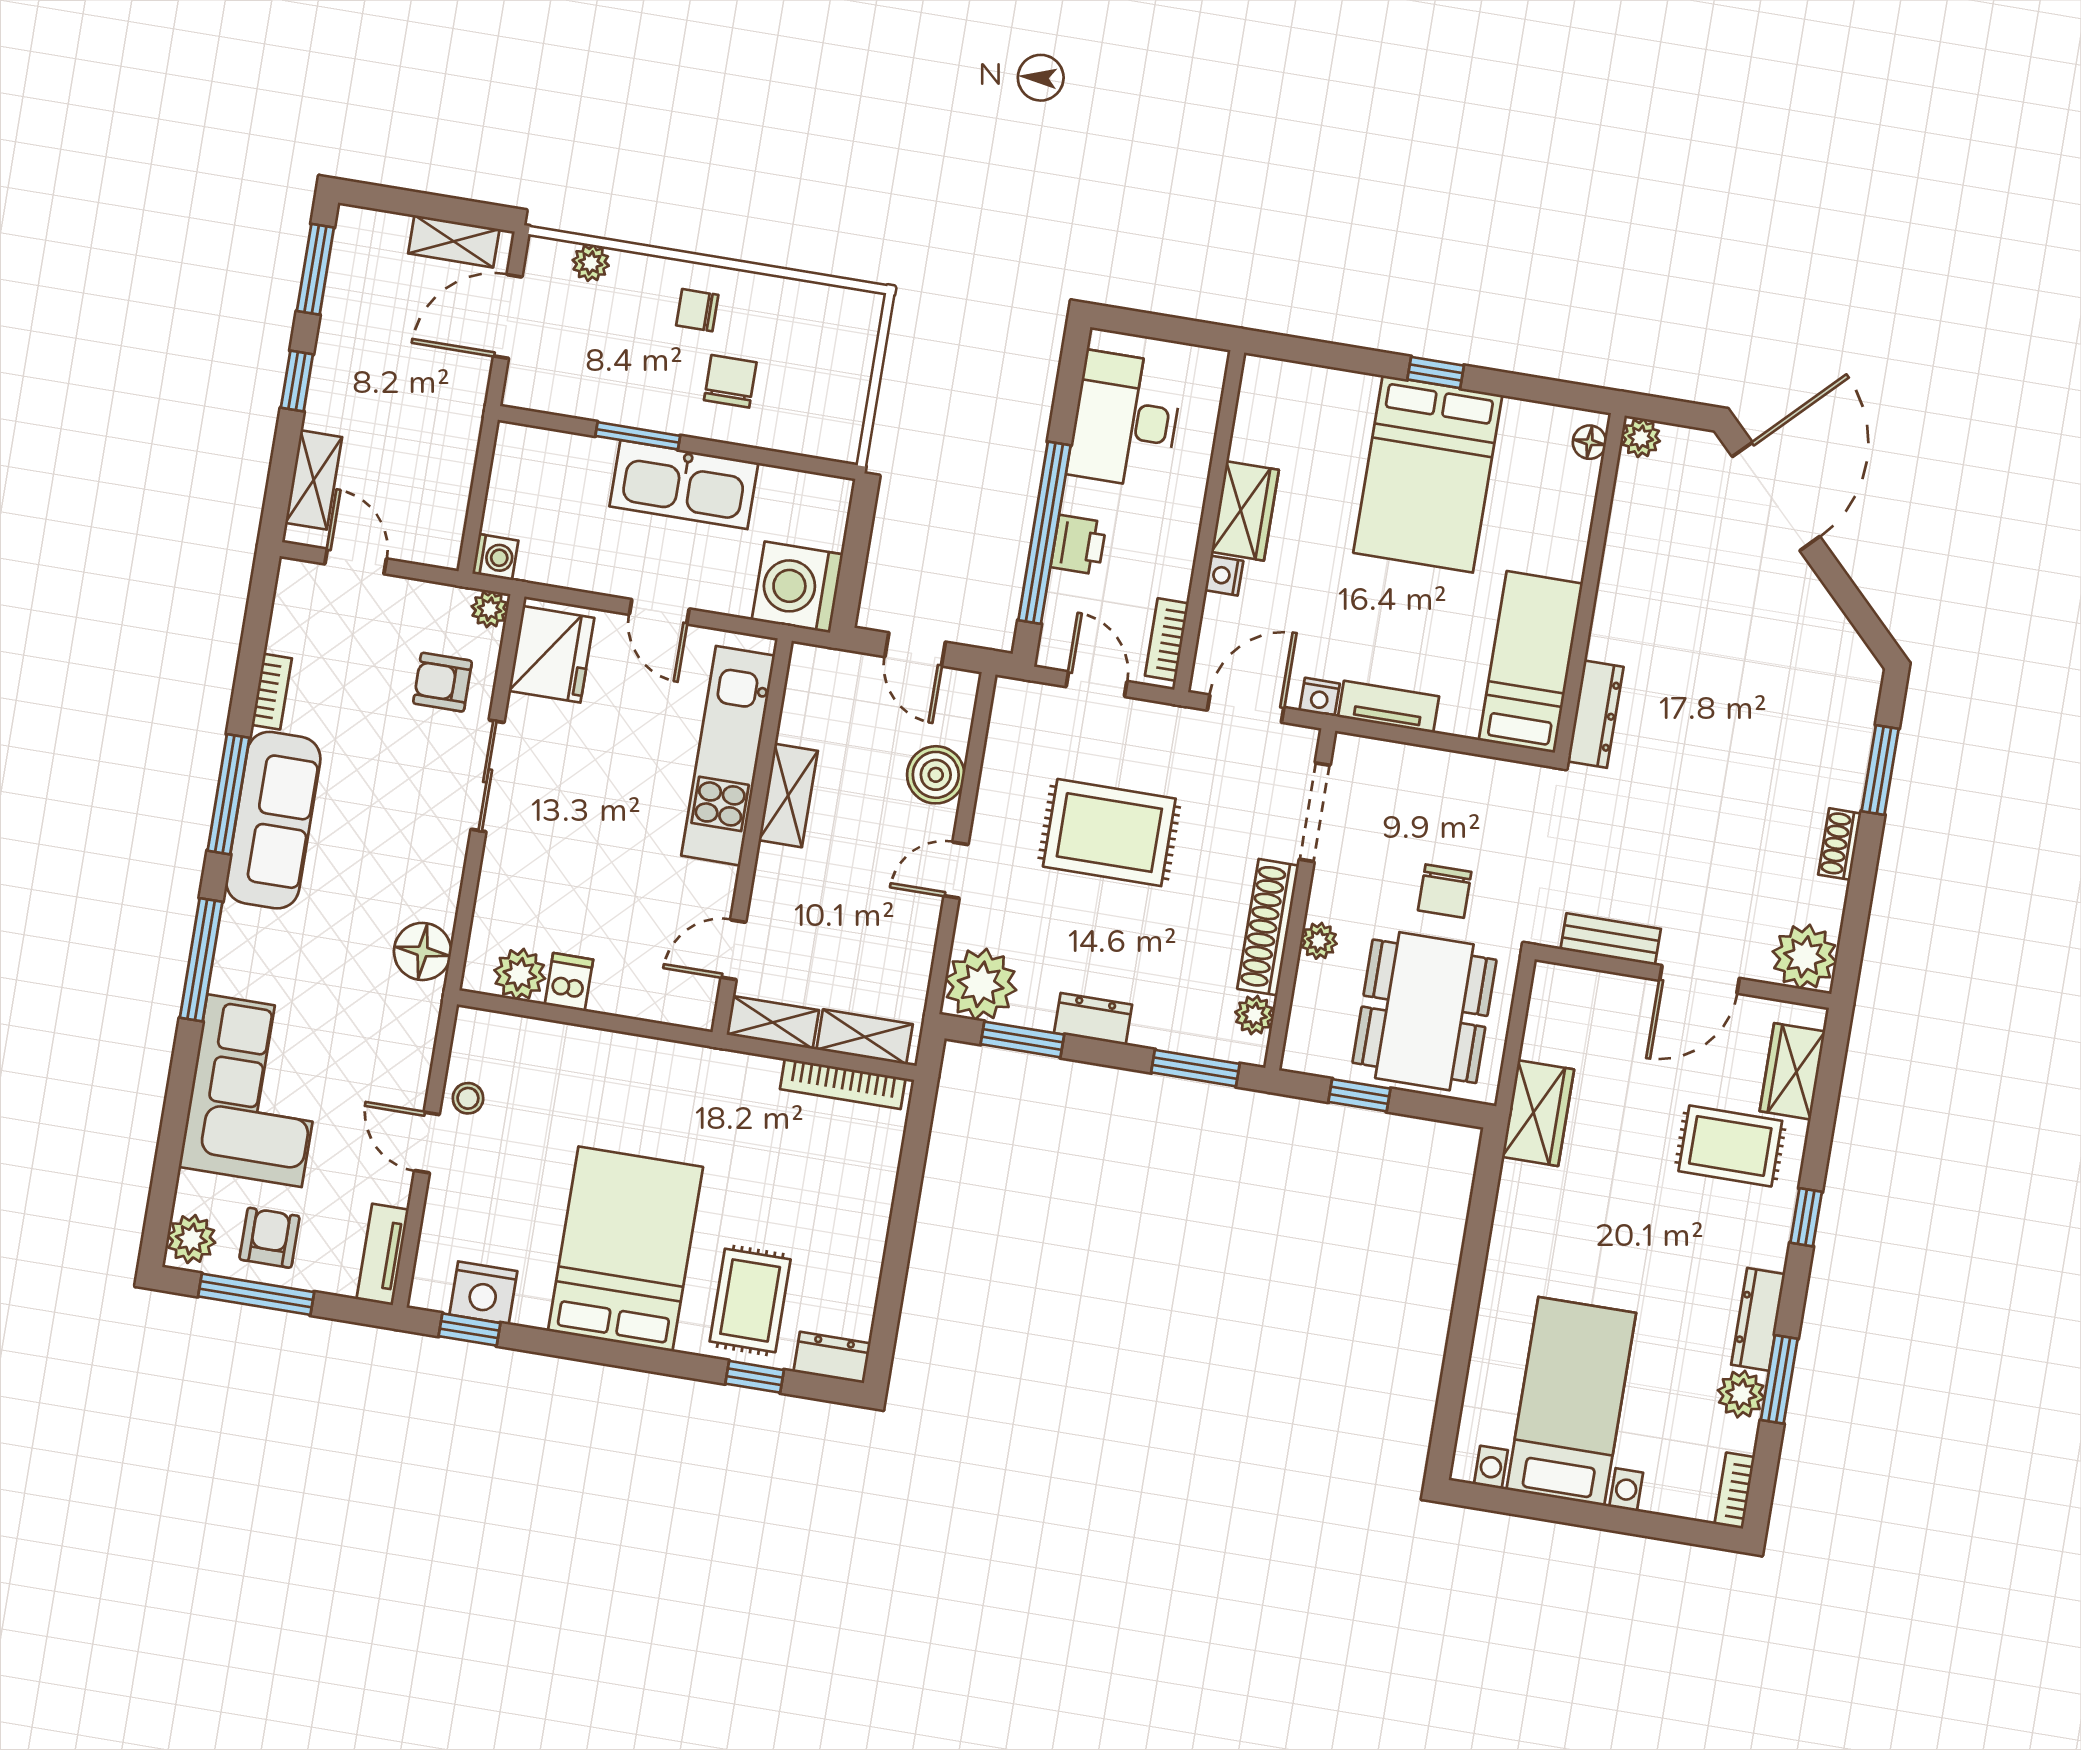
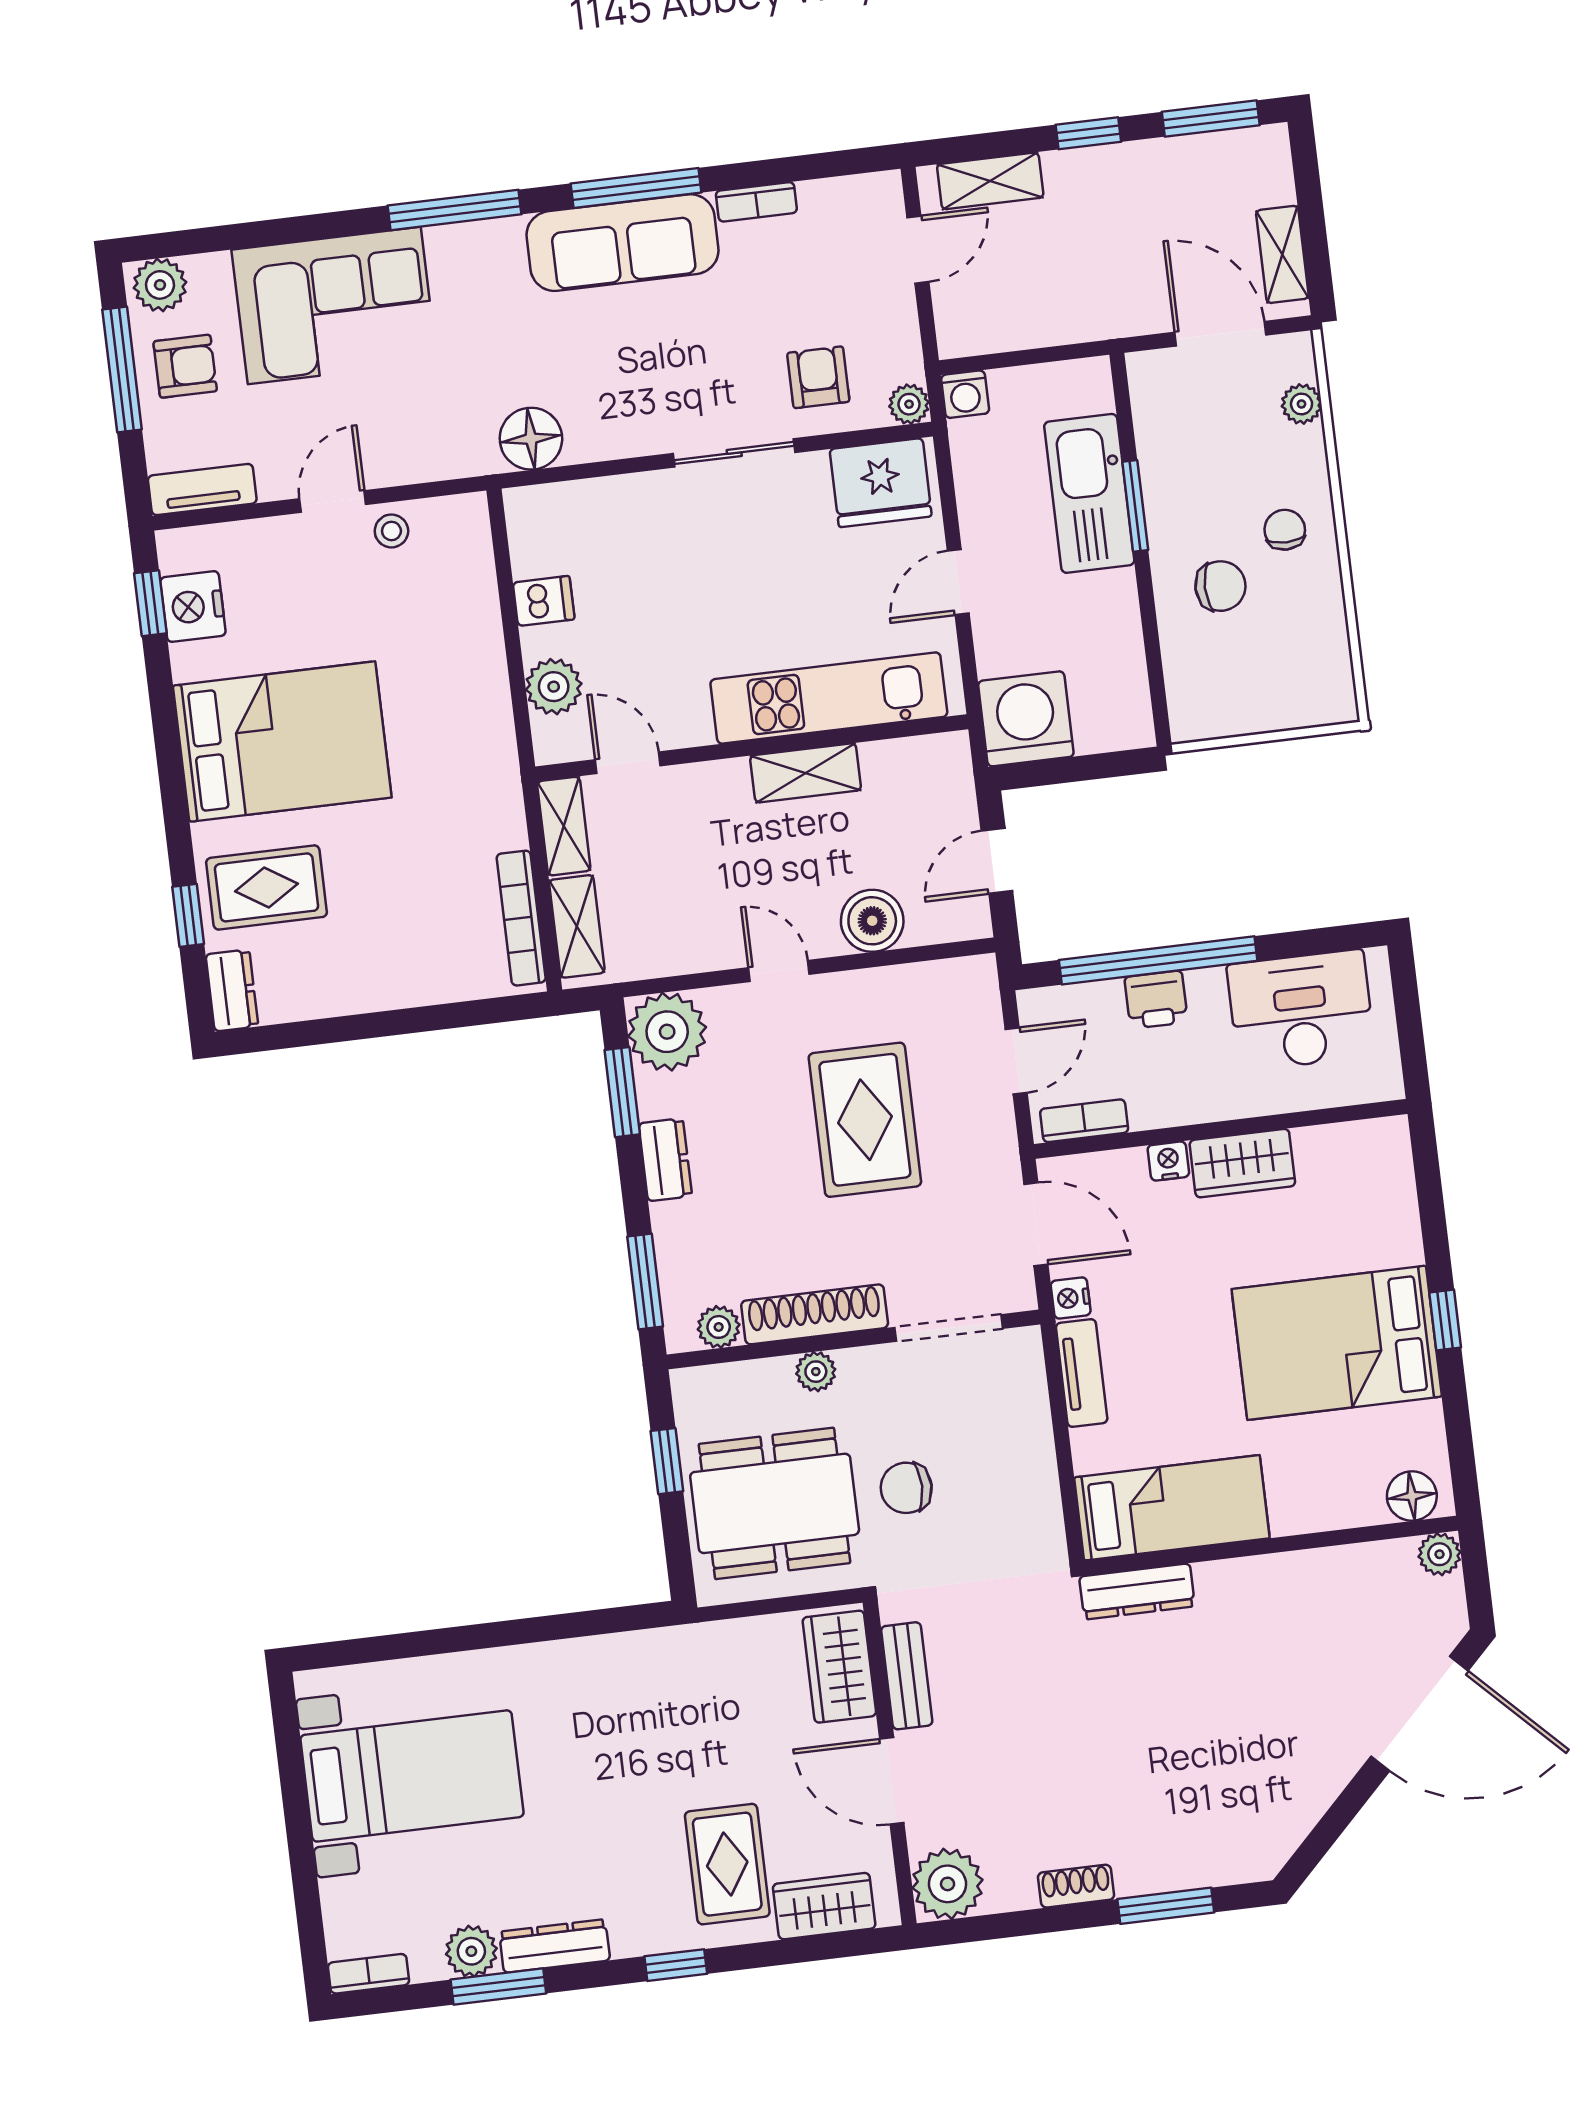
floor lamp: (1589, 442) -> (1412, 1496), width x1.37, depth x1.37
kitchen sink: (684, 485) -> (1089, 493), moved
plant: (520, 974) -> (554, 687), moved
wardrobe: (1538, 1113) -> (839, 1667), moved, turned 90

